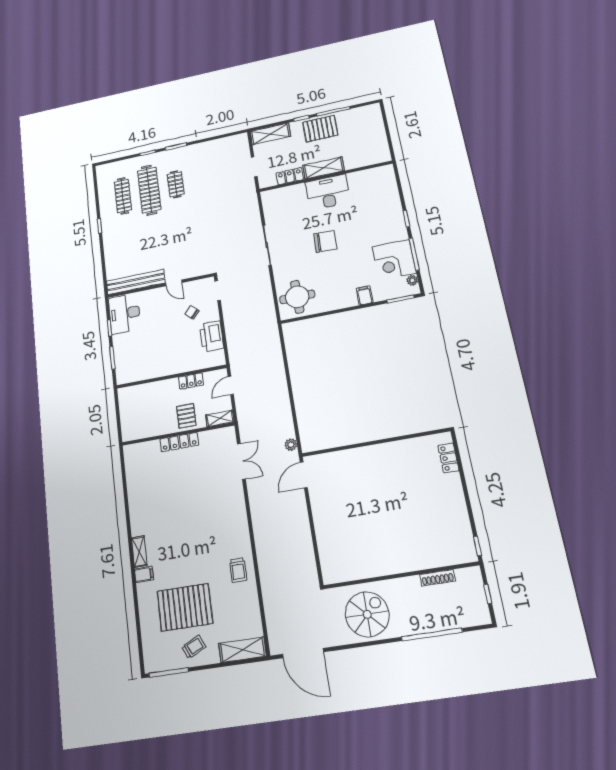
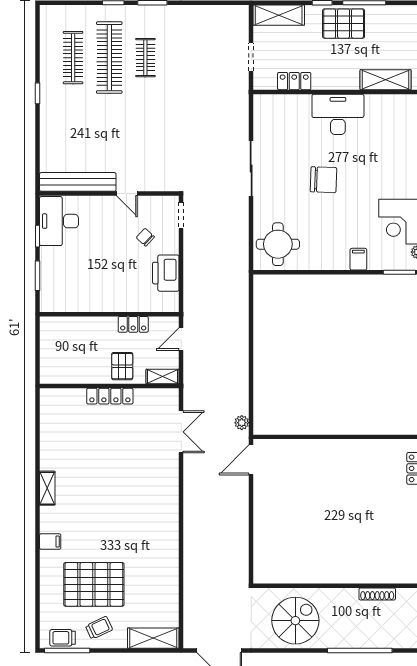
shelving: (324, 168) -> (386, 80), moved
shelving: (139, 552) -> (47, 488), moved
trolley: (238, 570) -> (63, 638), moved, turned 90

